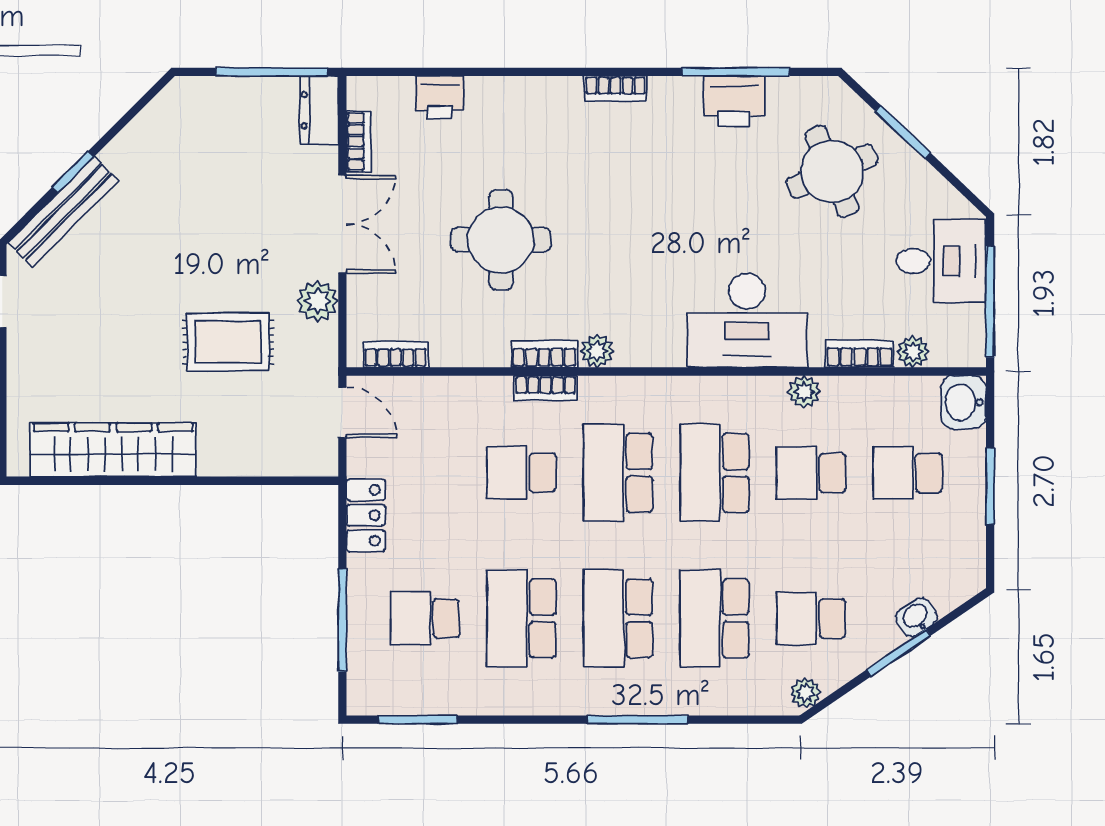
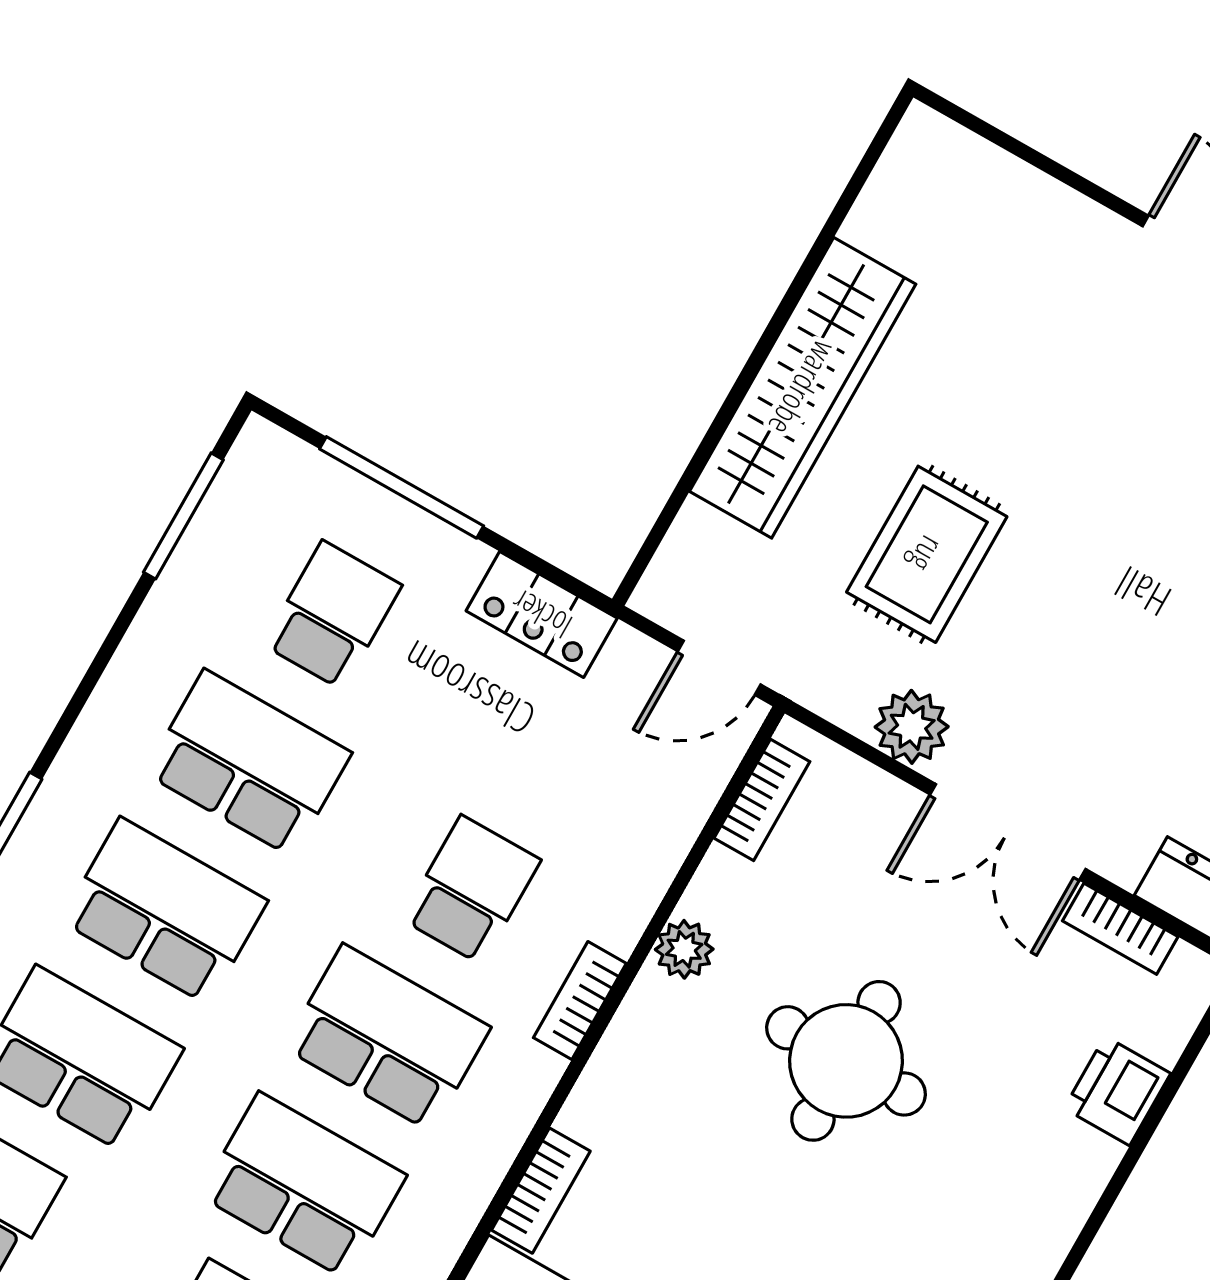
plant: (597, 351) -> (684, 949), moved
bookcase: (544, 354) -> (541, 1191), moved
wardrobe: (113, 450) -> (803, 388), moved

